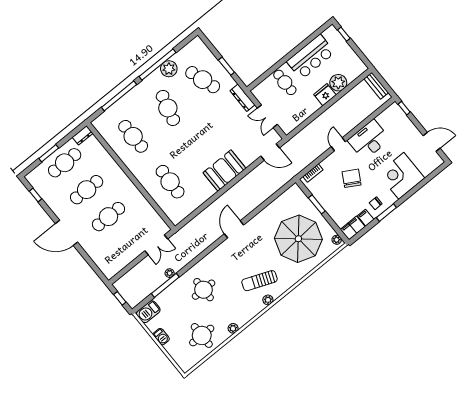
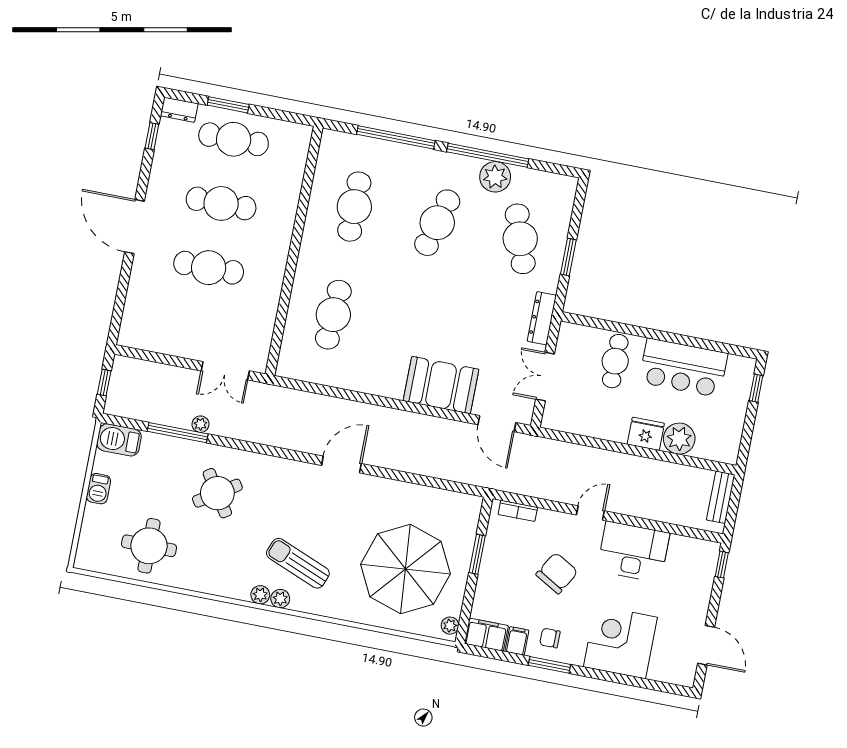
dresser: (83, 135) -> (179, 110), moved
booth: (224, 171) -> (441, 385), moved
round table: (204, 290) -> (217, 493), turned -33
plant: (233, 328) -> (260, 595), moved

